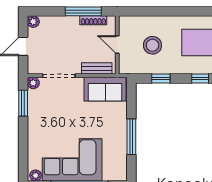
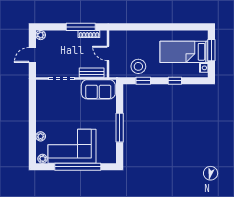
stool: (152, 45) -> (138, 66), moved
plant: (33, 83) -> (41, 136), moved
window: (23, 103) -> (32, 101), removed

